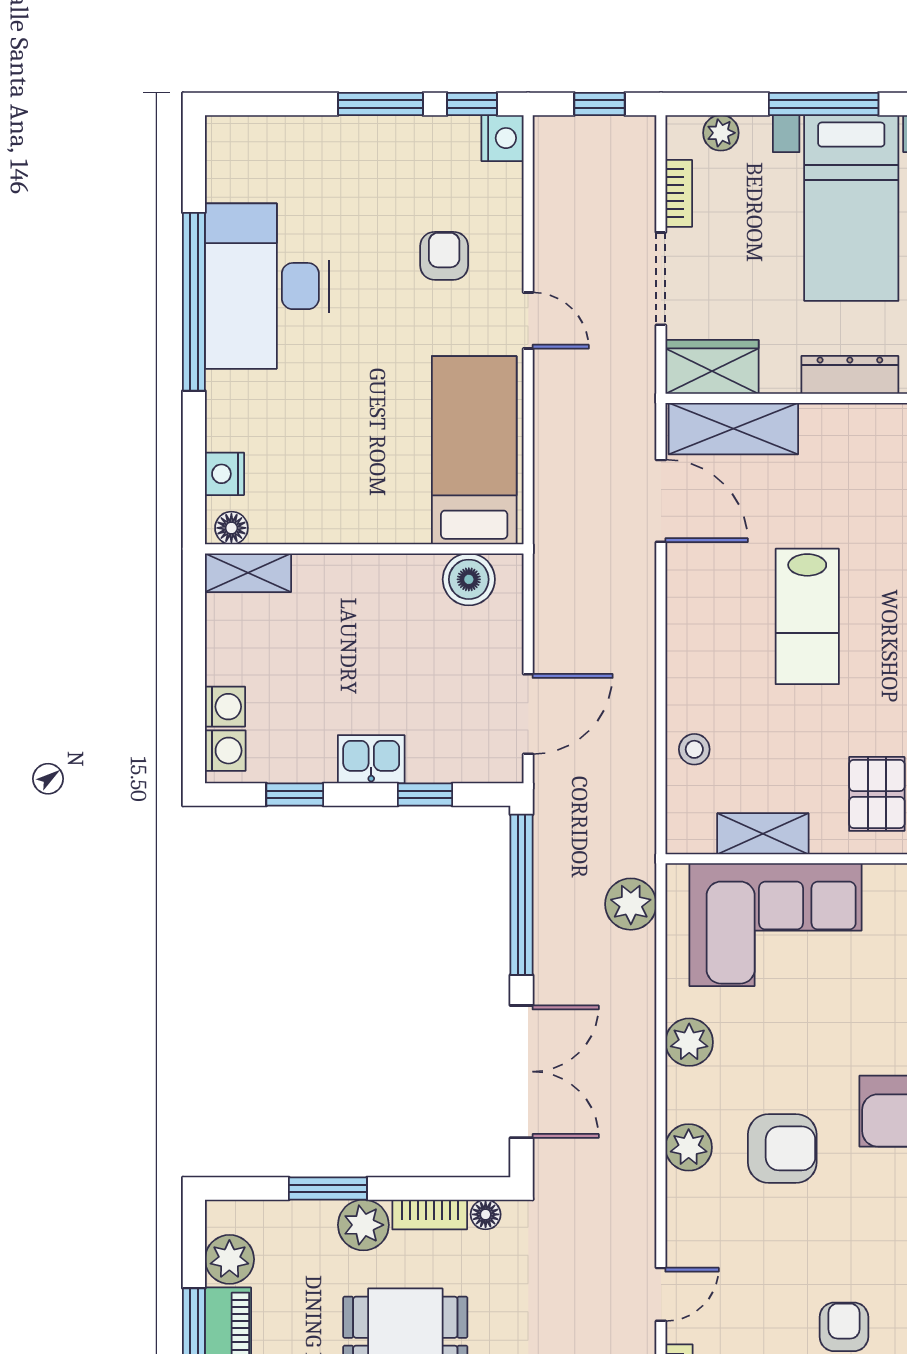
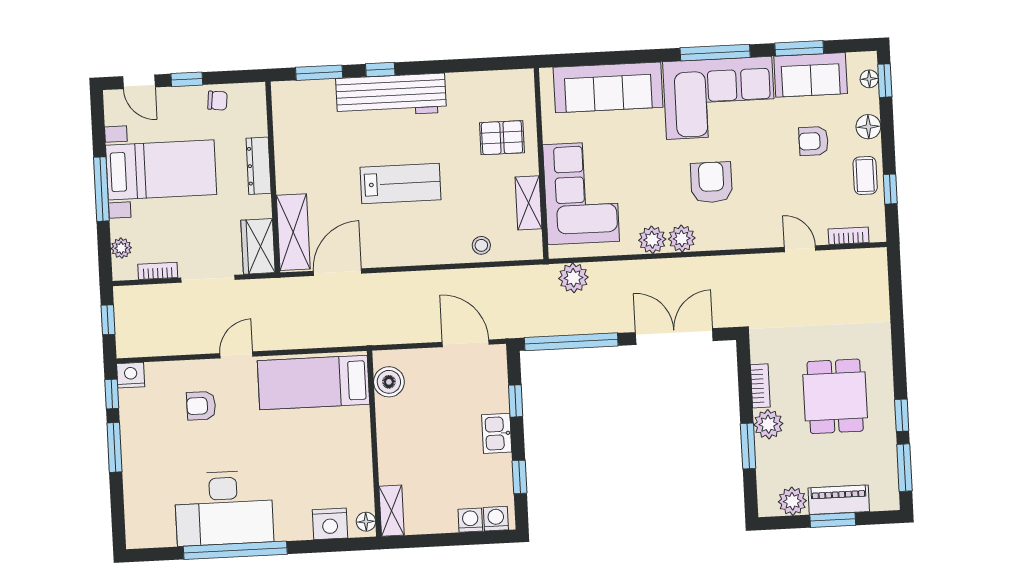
nightstand: (225, 474) -> (330, 524), width x1.36, depth x1.33
plant: (689, 1147) -> (682, 239), moved
floor lamp: (486, 1214) -> (759, 353), removed

